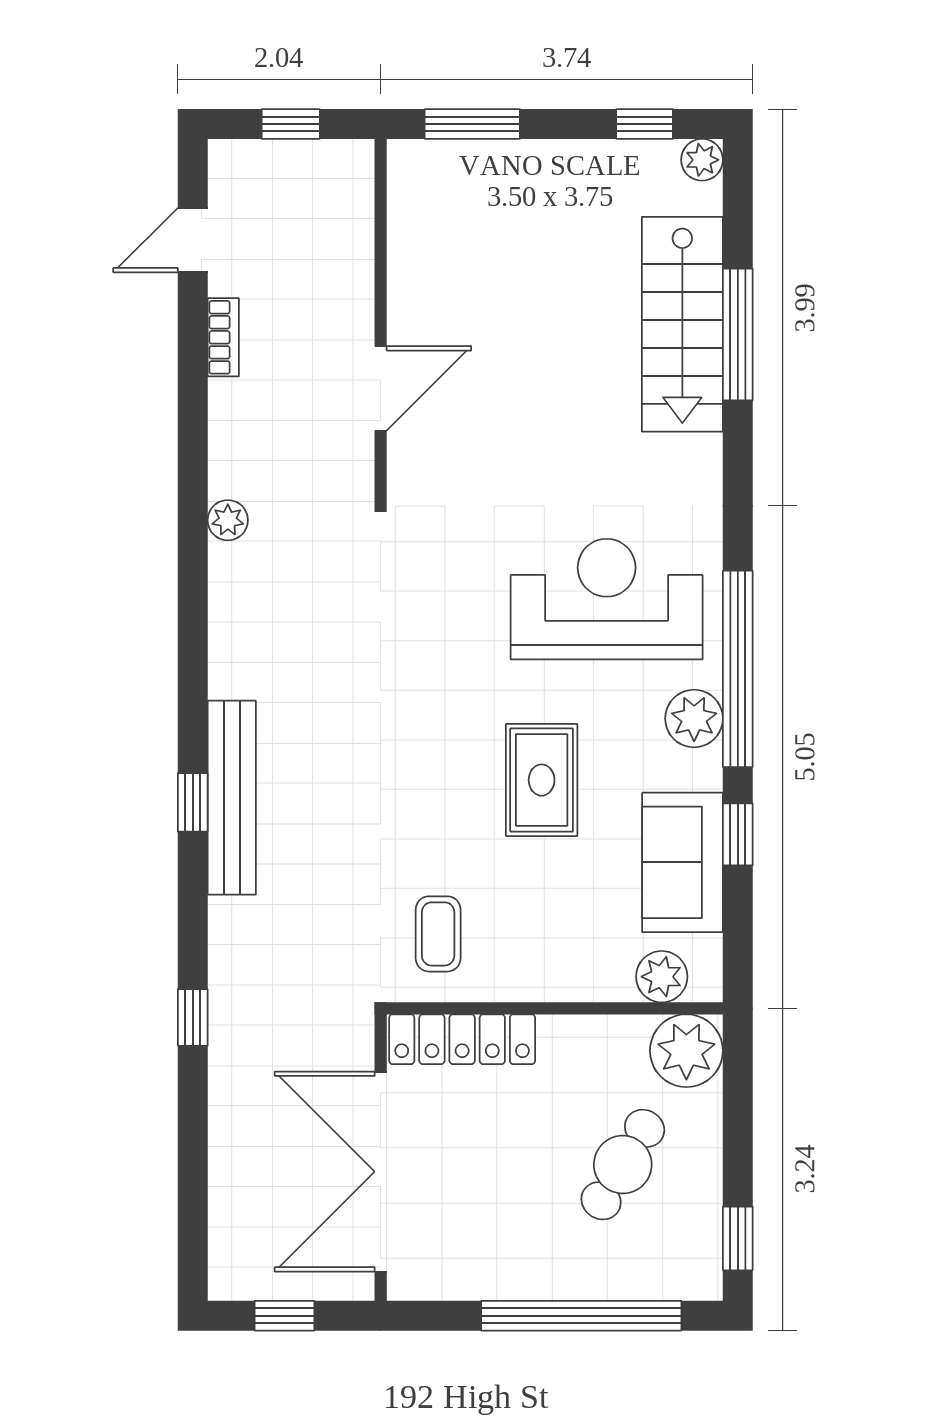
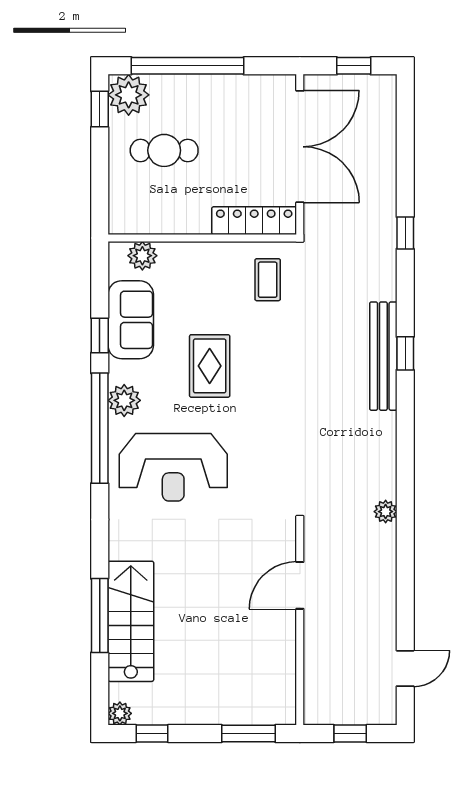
bookcase: (223, 337) -> (388, 614), removed
plant: (686, 1051) -> (129, 95), moved
cafe table: (623, 1165) -> (164, 150), turned 59

